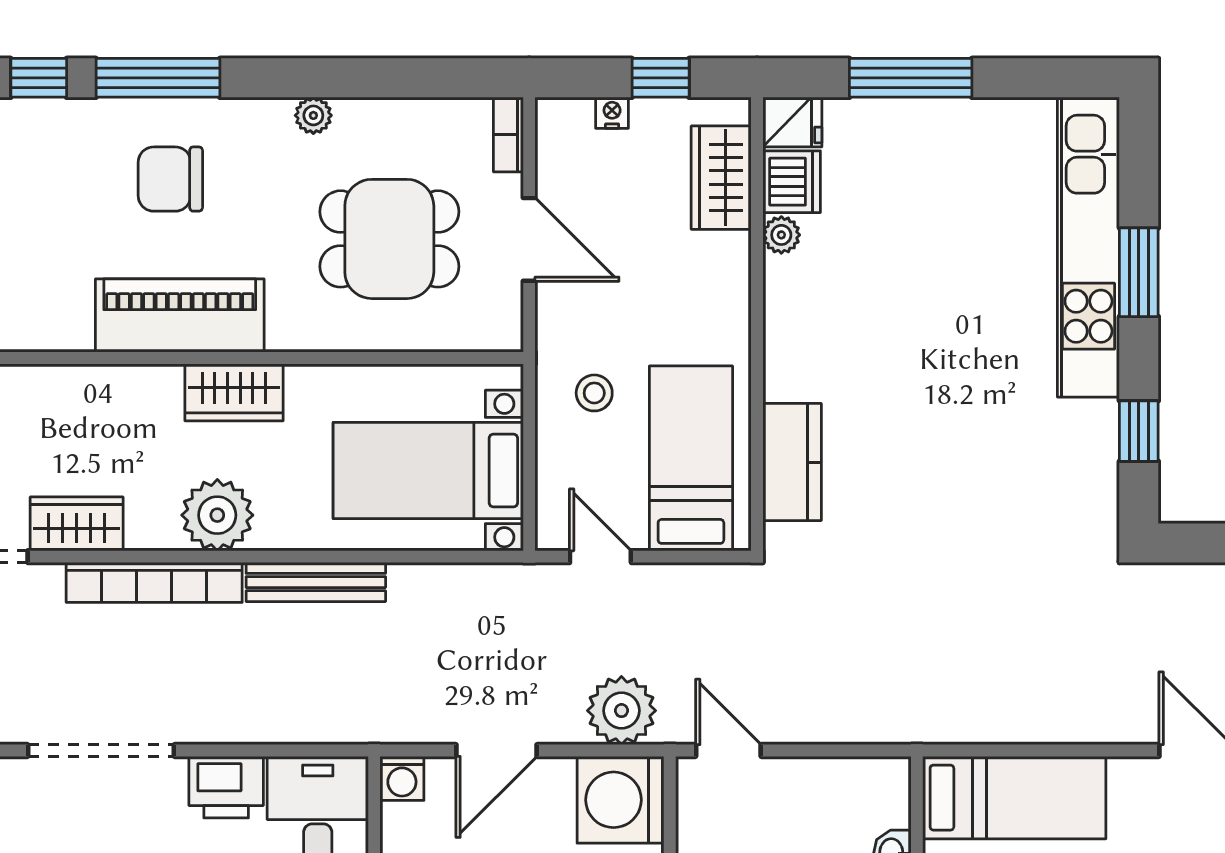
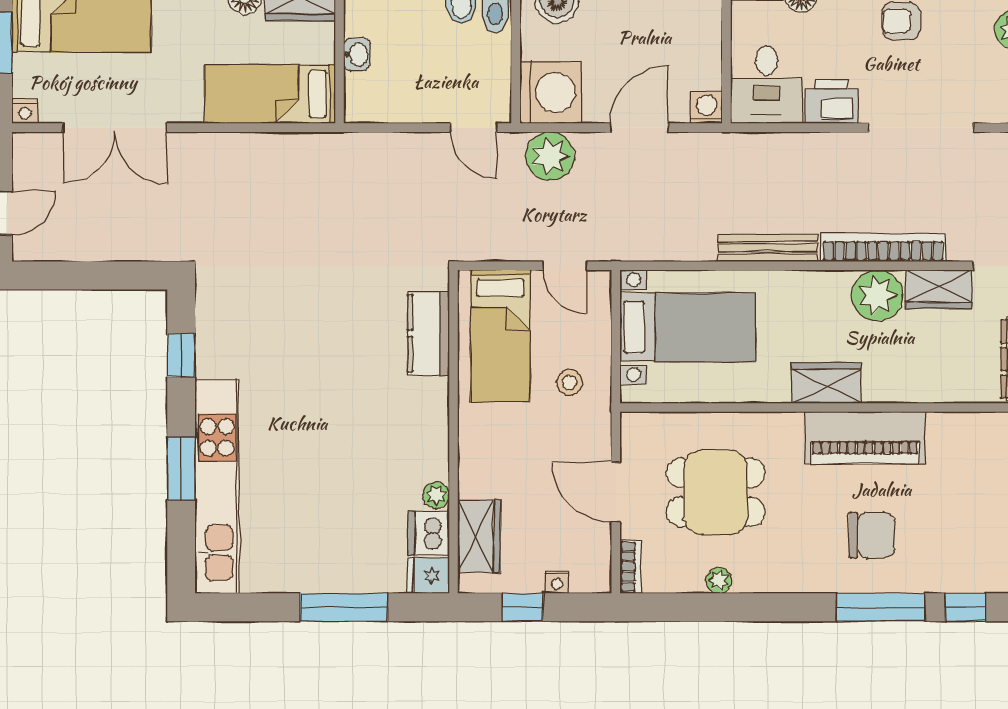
plant: (313, 115) -> (719, 580), moved
plant: (217, 515) -> (877, 295), moved

